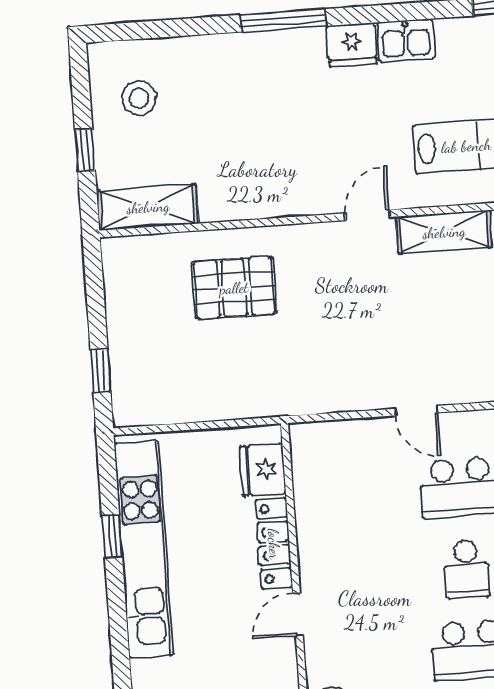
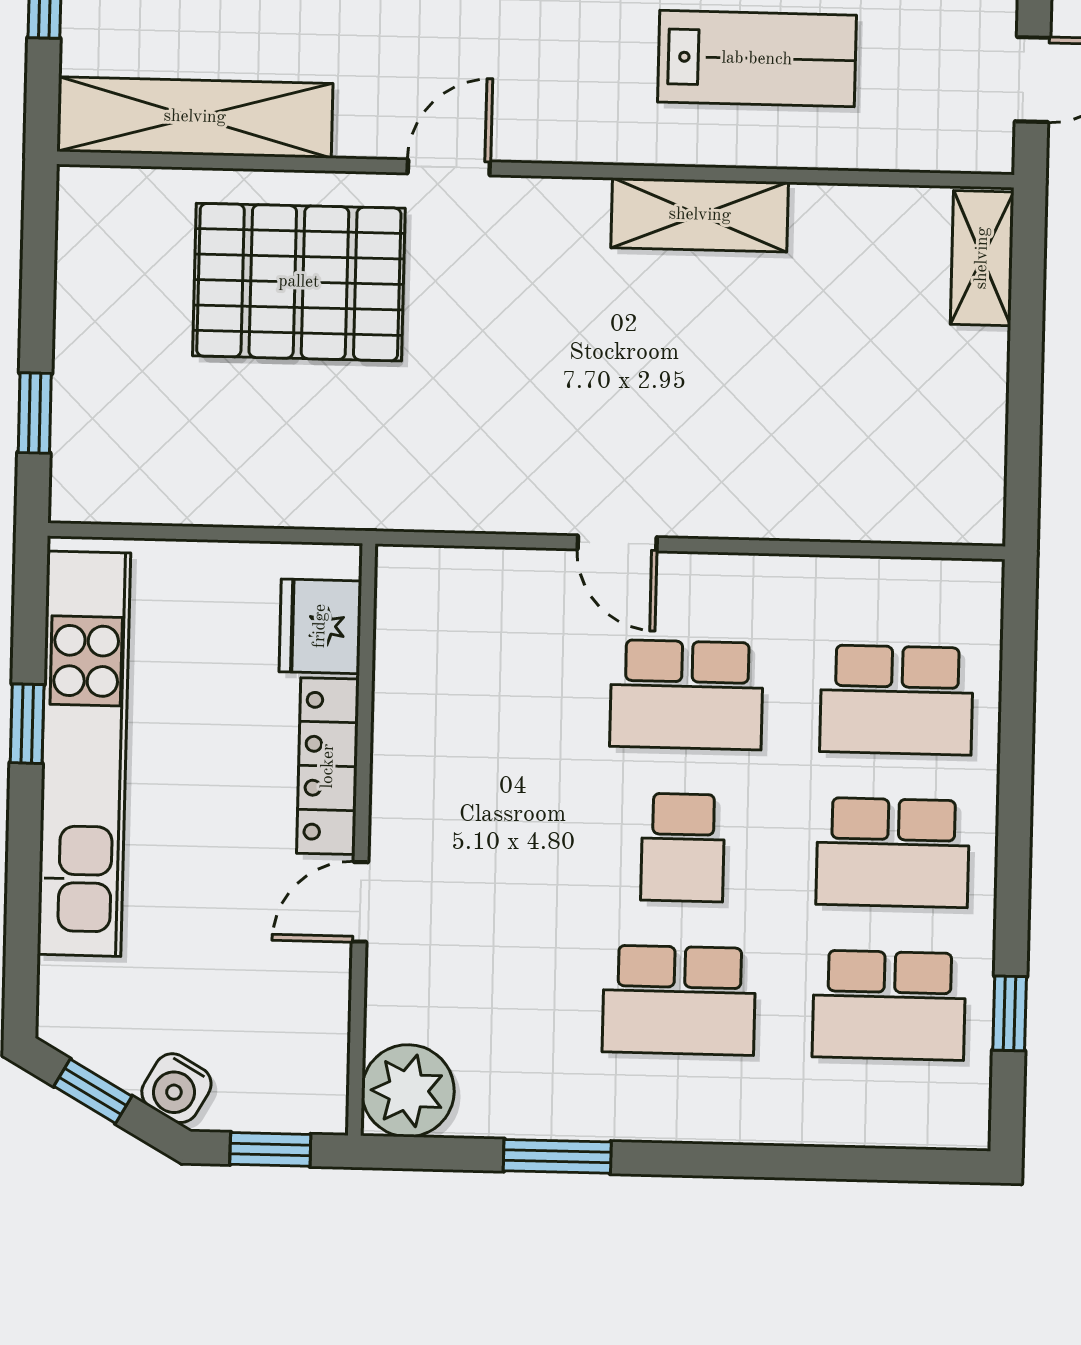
shelving: (148, 207) -> (195, 117), width x1.47
door: (368, 215) -> (449, 167), moved
pallet: (234, 288) -> (299, 282), width x1.37, depth x1.41

